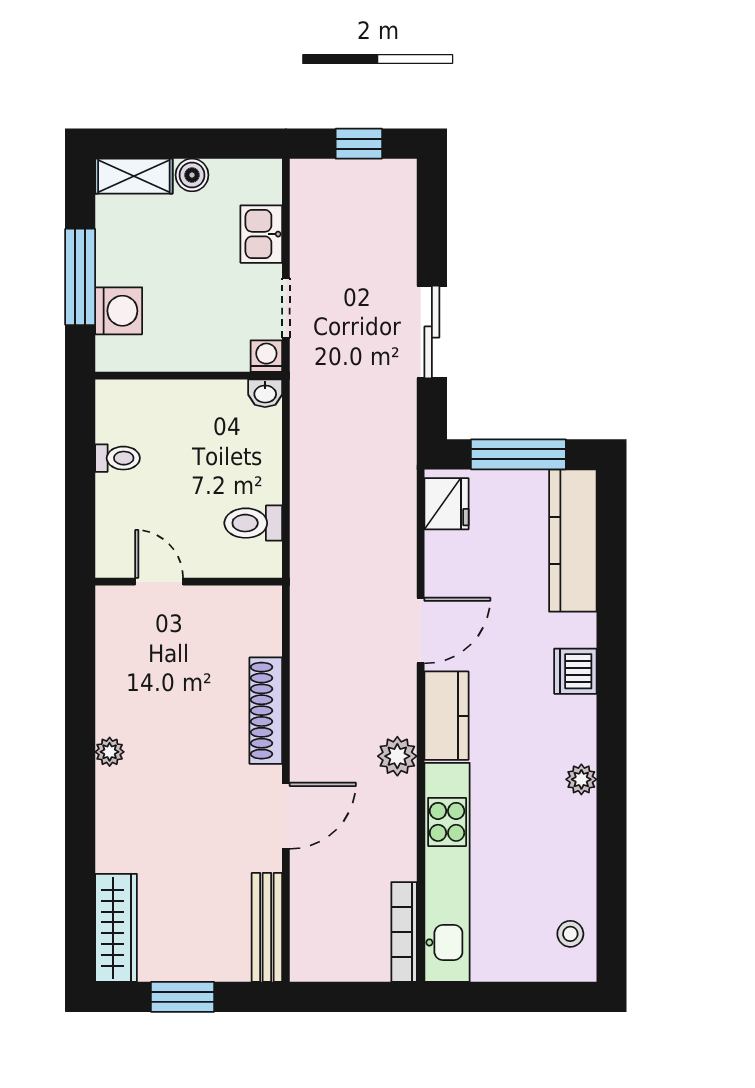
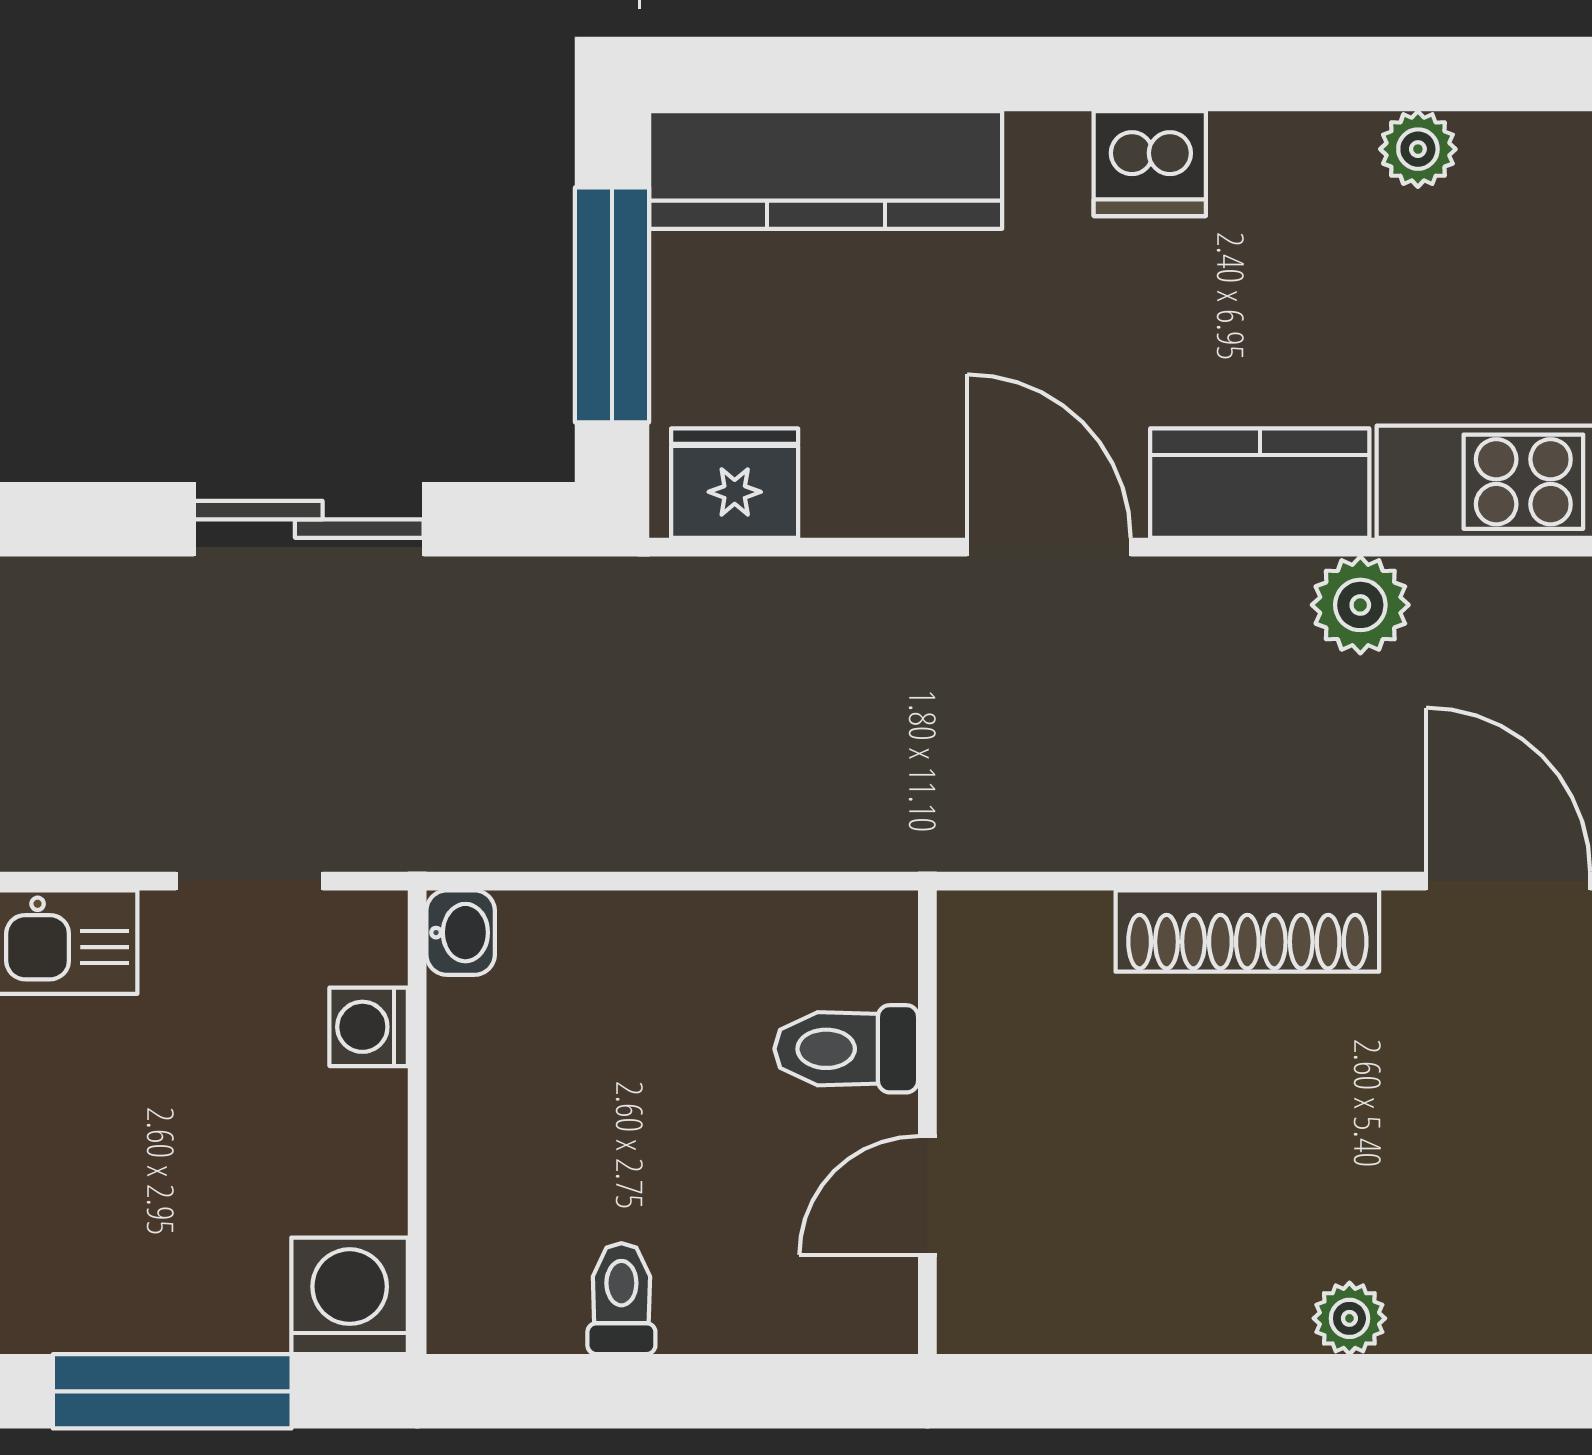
washing machine: (119, 311) -> (350, 1296), moved
washing machine: (266, 356) -> (369, 1027), moved
toilet: (253, 523) -> (846, 1049), moved, turned 90

